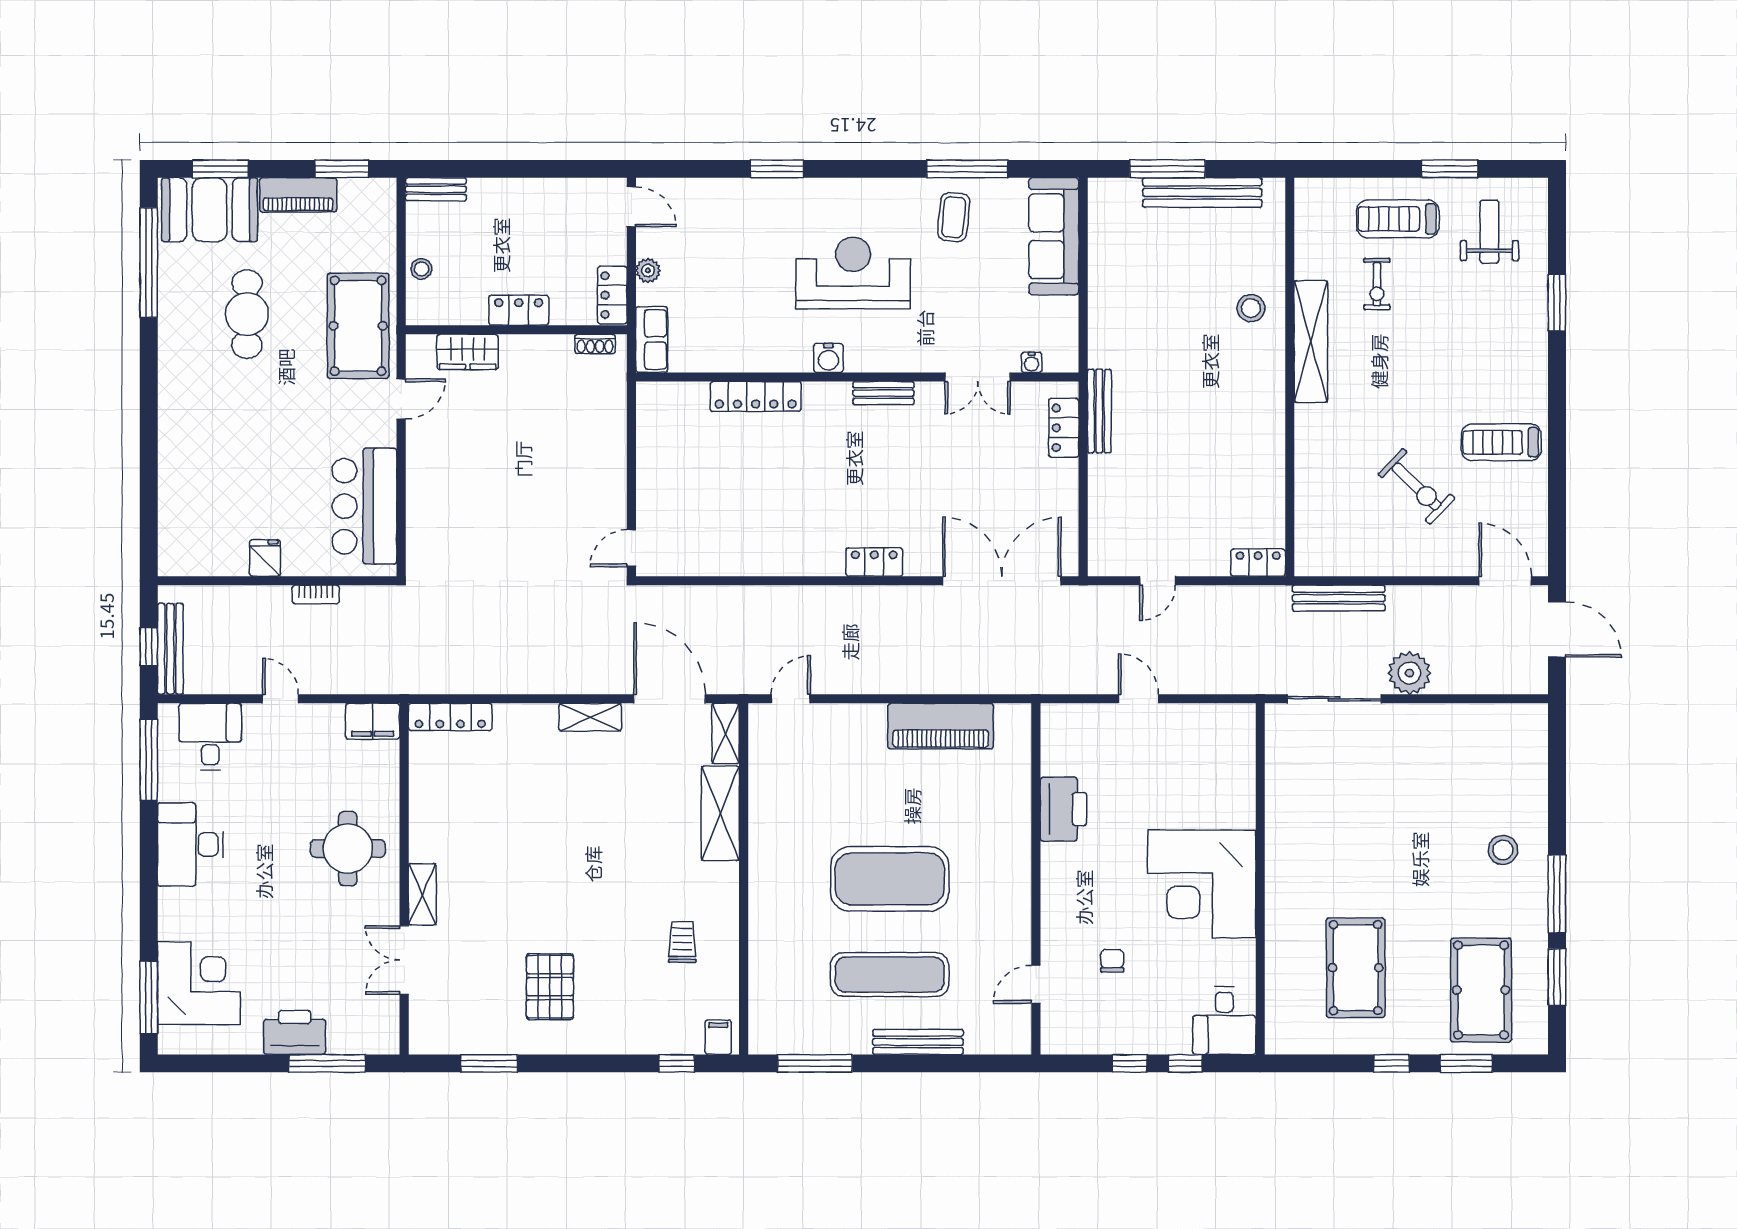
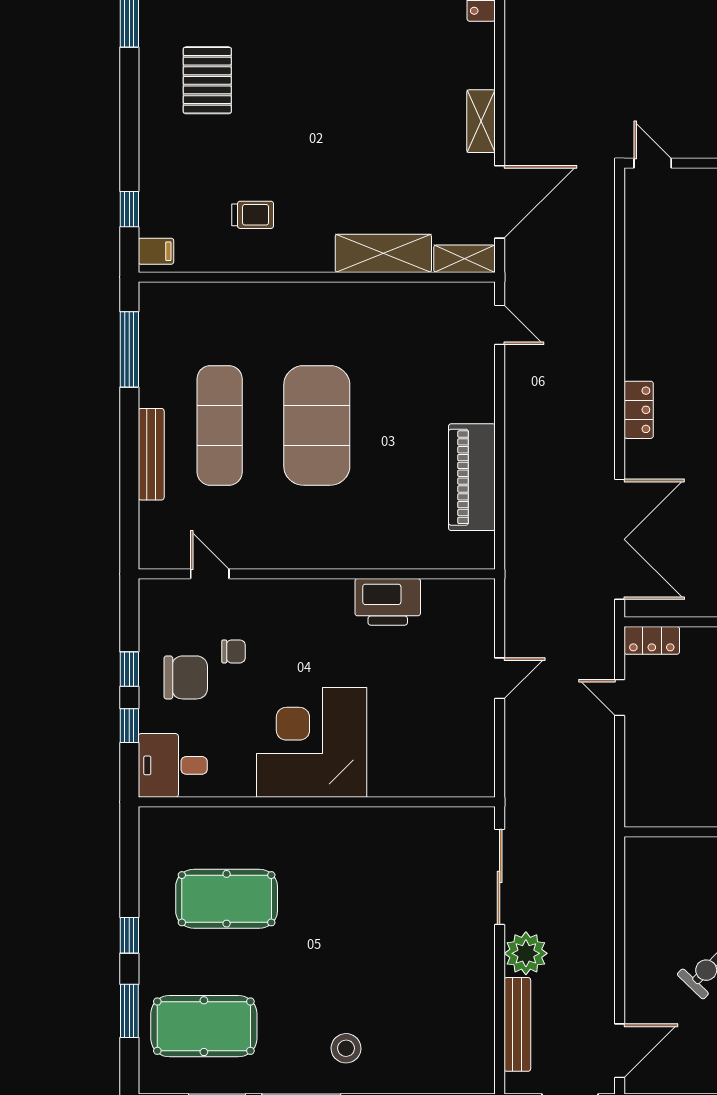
locker: (1258, 563) -> (652, 640), moved, turned 90
bench: (1339, 598) -> (517, 1024), moved
pallet: (550, 987) -> (207, 80), turned 90
chair: (1138, 1008) -> (186, 677), added

